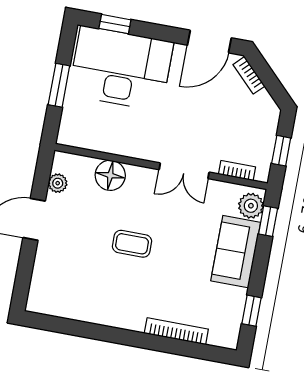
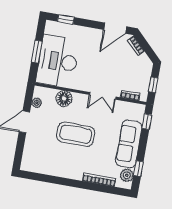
desk: (121, 68) -> (58, 61), moved, turned -90
plant: (251, 206) -> (127, 175), moved
coffee table: (132, 244) -> (76, 134), width x1.86, depth x1.72
sofa: (236, 252) -> (129, 144), width x1.36

